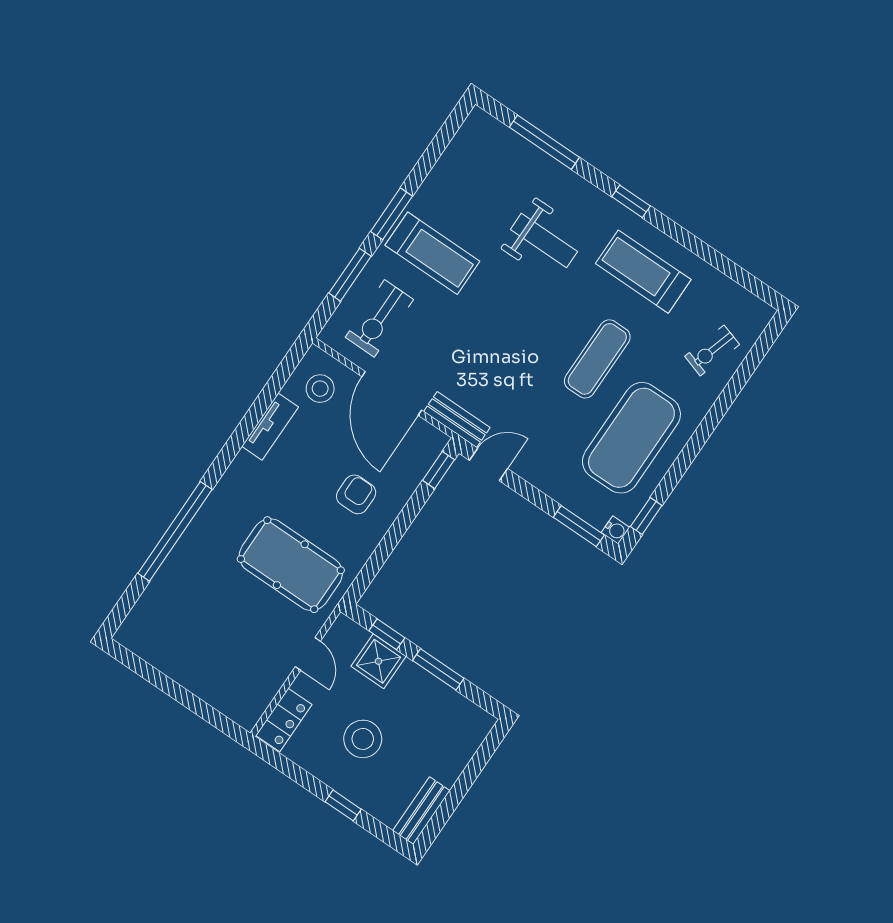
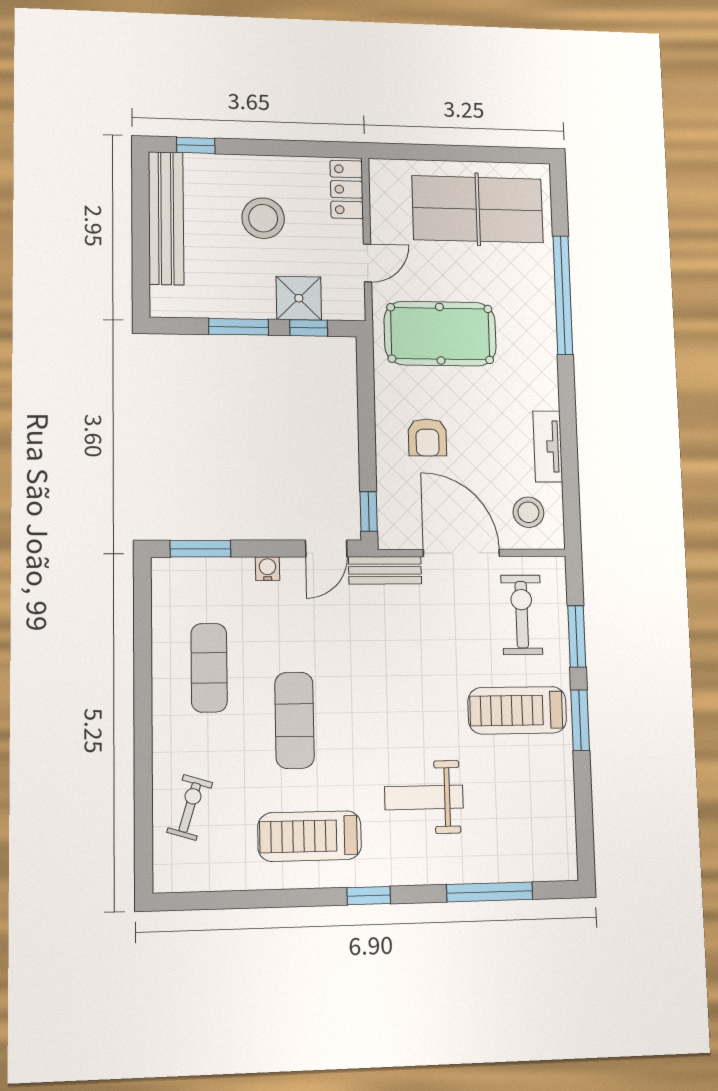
treadmill: (643, 272) -> (310, 836), turned 180
exercise mat: (631, 438) -> (209, 668), width x0.50, depth x0.69
window: (646, 516) -> (142, 603), removed
water cooler: (615, 530) -> (268, 569), moved, turned 90
table tennis table: (193, 640) -> (478, 209), added
door: (308, 654) -> (367, 263), swing flipped
window: (343, 805) -> (196, 145), moved
bench: (421, 811) -> (166, 218), width x1.86, depth x1.21

